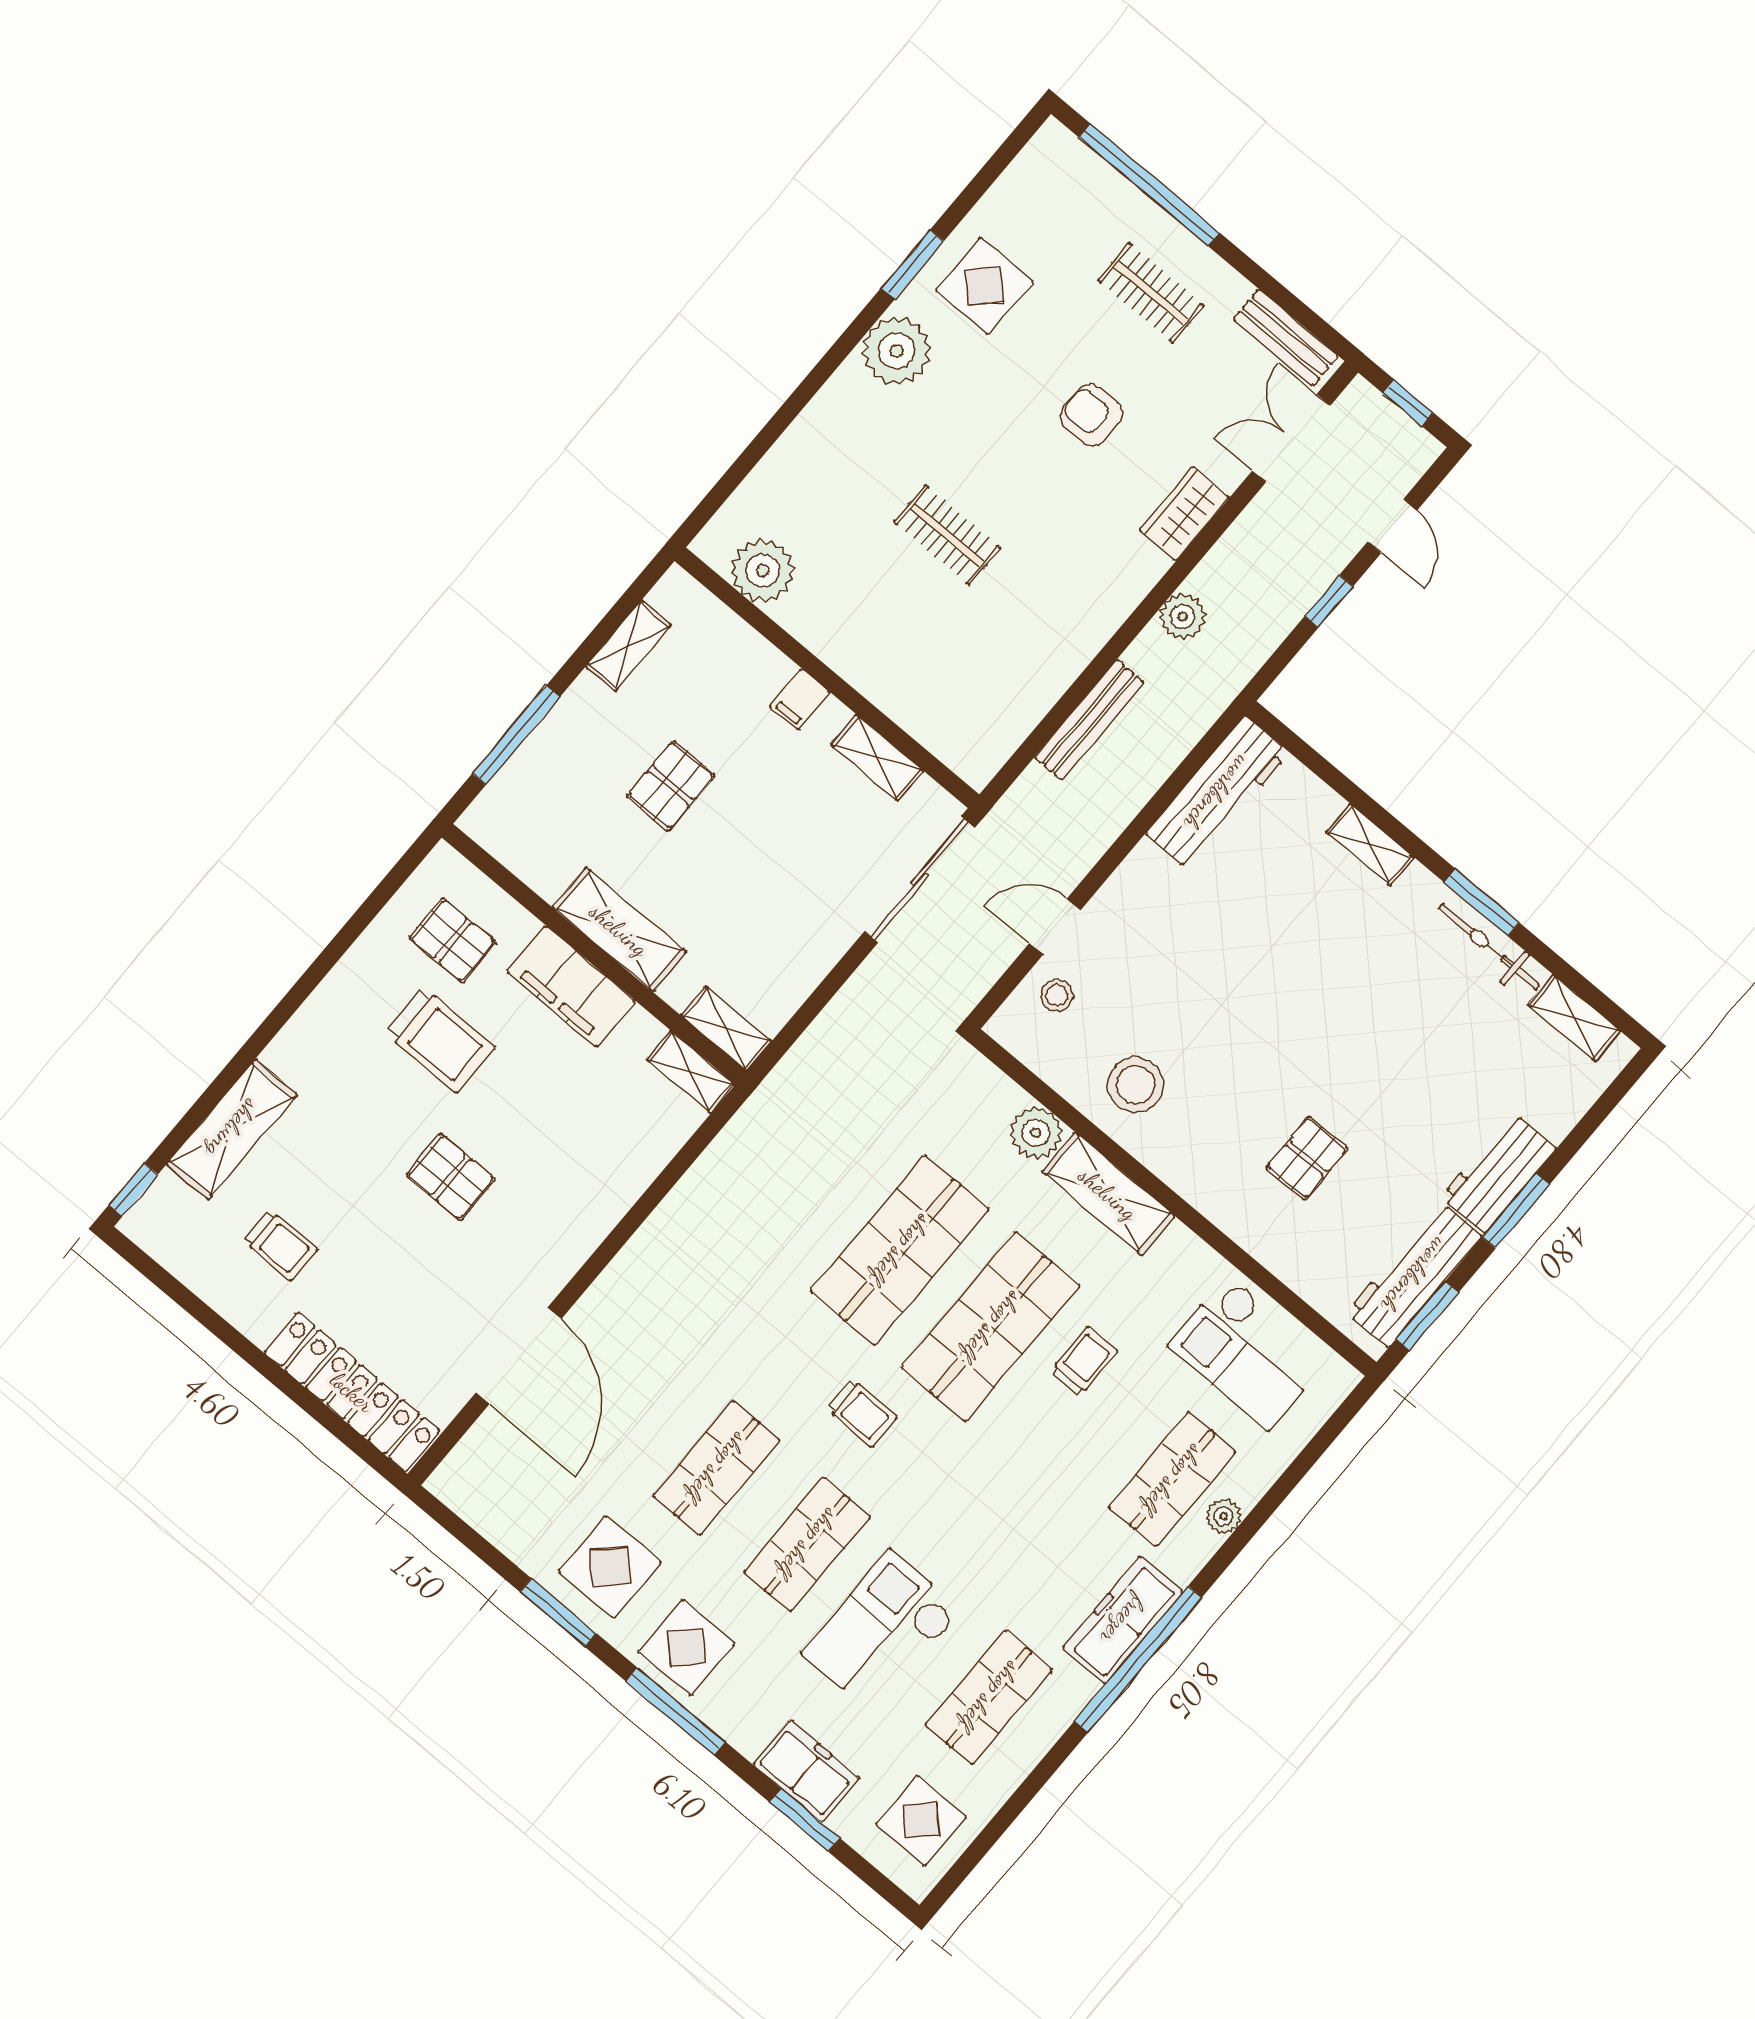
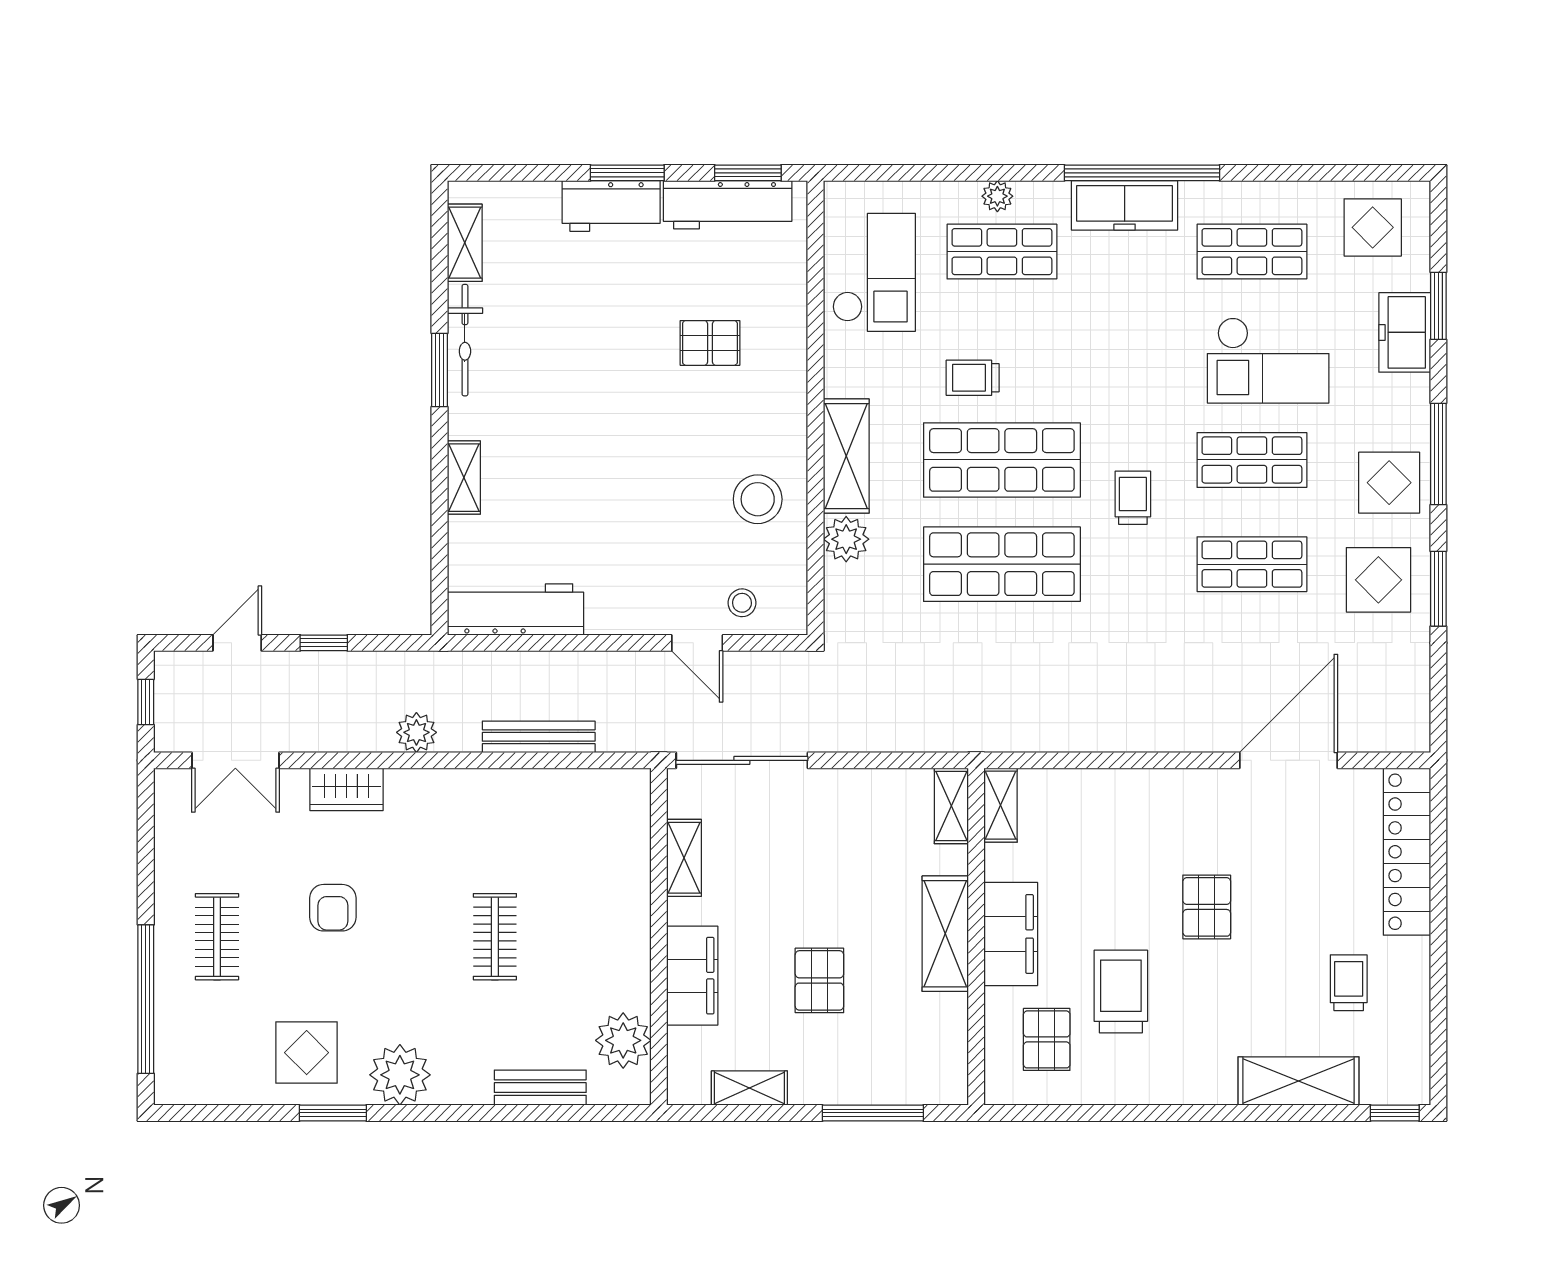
bench: (1286, 338) -> (540, 1088), moved, turned 90
filing cabinet: (800, 699) -> (692, 976), width x3.00, depth x1.17
pallet: (671, 786) -> (819, 980), turned 90

